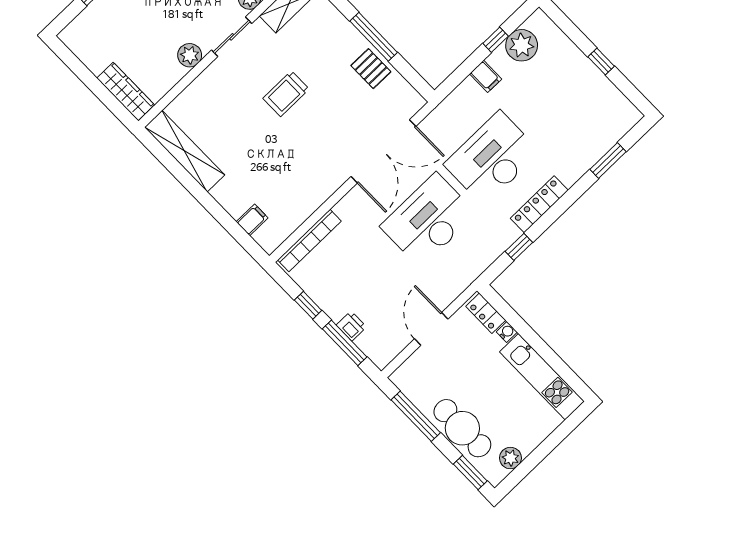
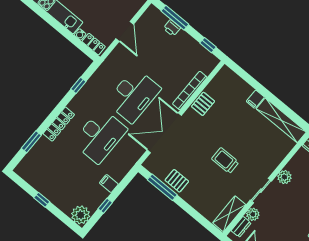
window: (374, 37) -> (162, 187), moved
plant: (522, 45) -> (81, 215), moved
trolley: (286, 94) -> (225, 161), turned -90
pallet: (313, 193) -> (203, 104), added
locker: (539, 204) -> (59, 124), moved
filing cabinet: (252, 220) -> (255, 99), moved
bookcase: (309, 240) -> (190, 90), moved
window: (308, 305) -> (208, 45), moved

